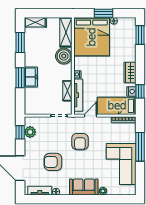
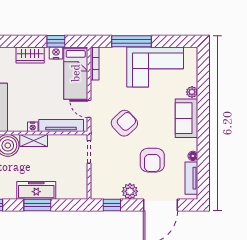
freezer: (31, 77) -> (36, 190), width x1.40
shelving: (67, 91) -> (34, 141), moved
plant: (30, 132) -> (130, 191), moved
armchair: (80, 142) -> (124, 123), turned -43

